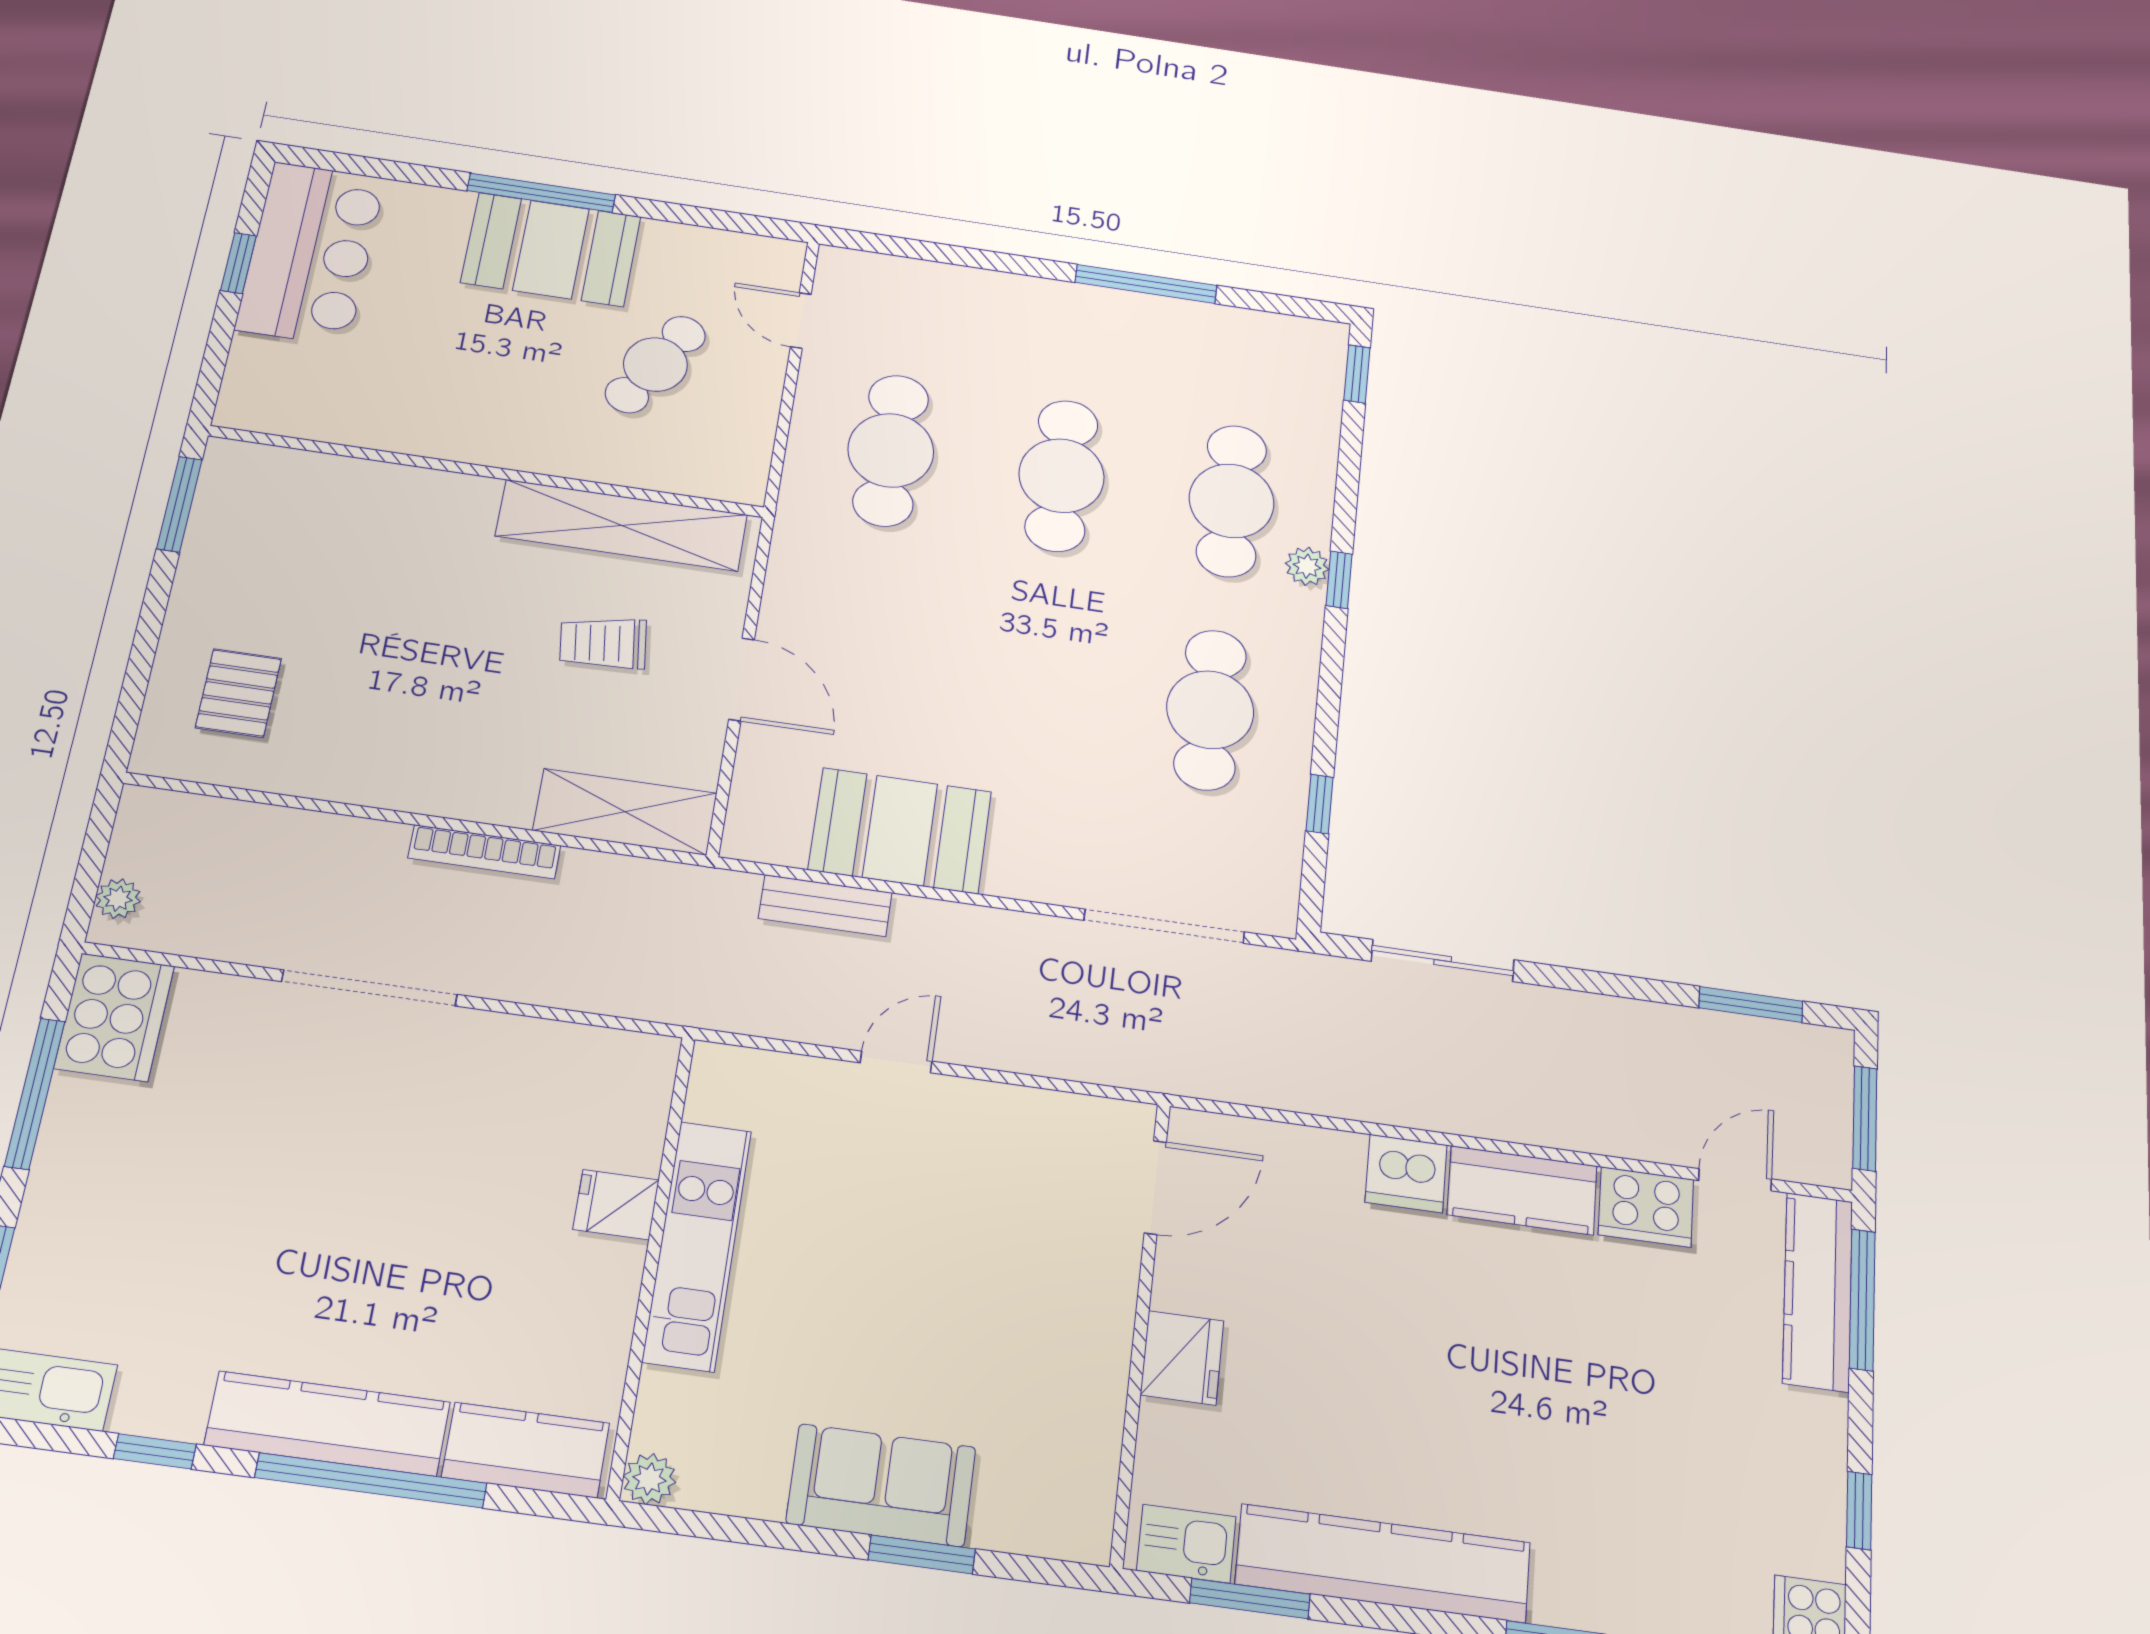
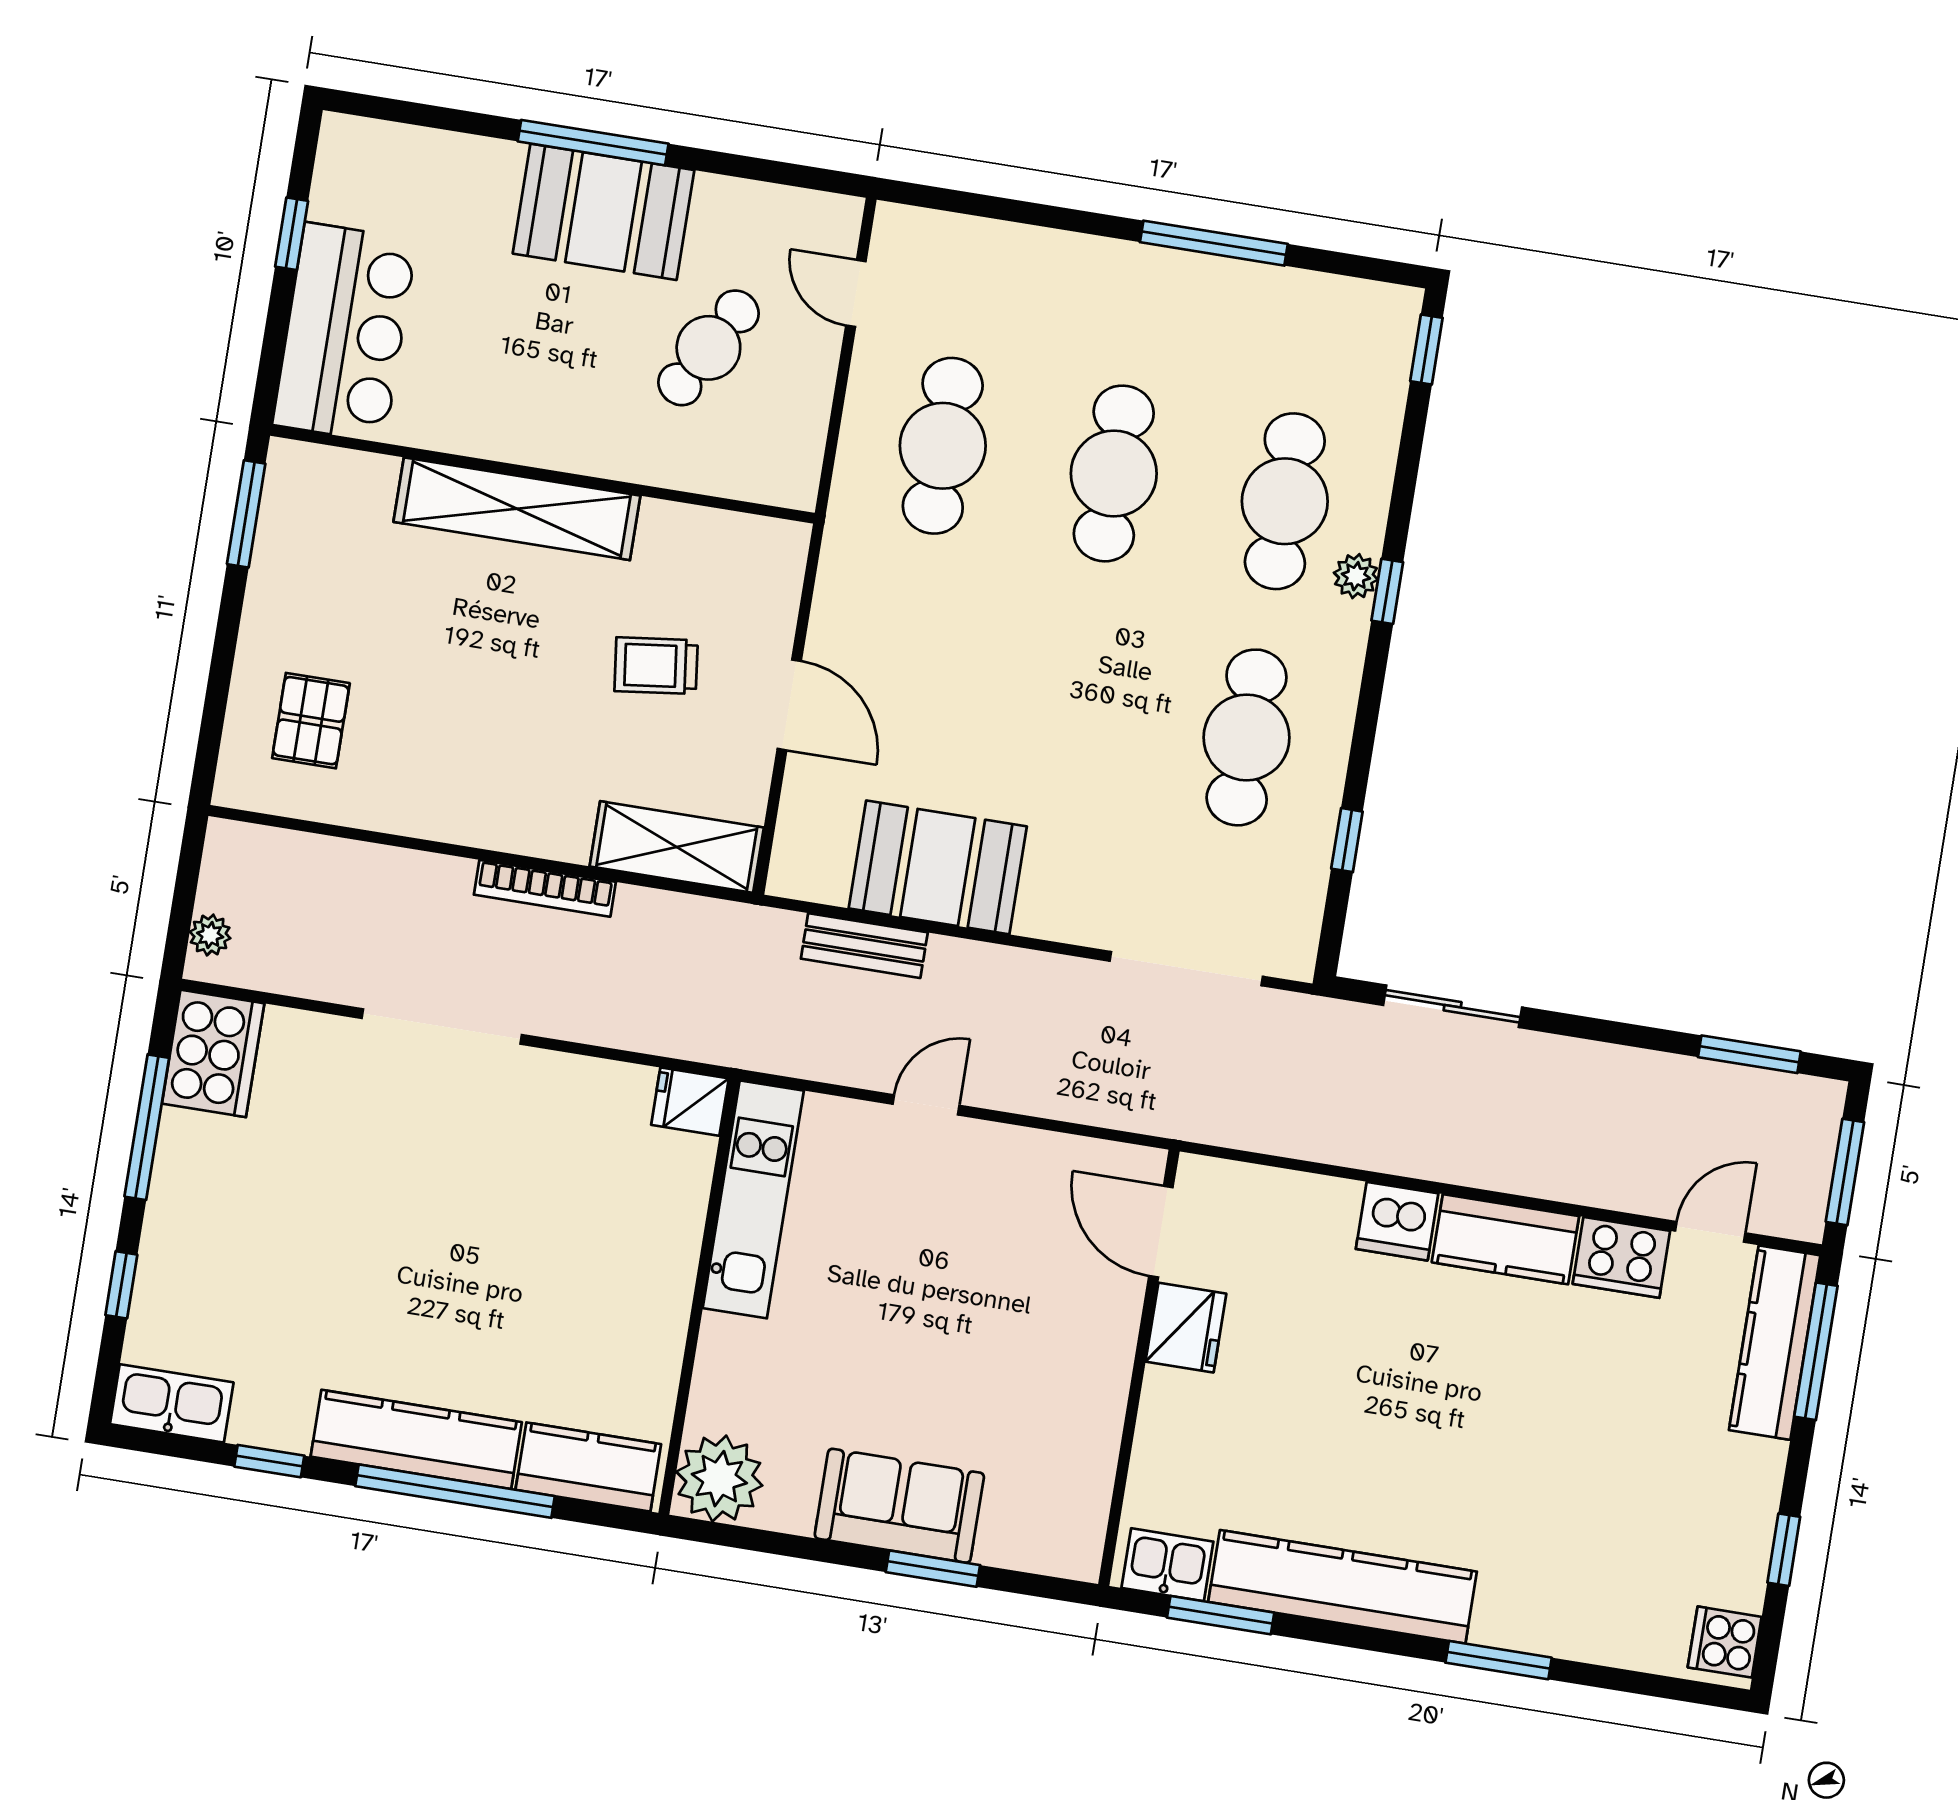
bar counter: (311, 253) -> (345, 332), moved
shelving: (622, 525) -> (517, 509), moved
door: (1155, 1188) -> (1161, 1232), swing flipped
fridge: (616, 1205) -> (690, 1102), moved
kitchen unit: (697, 1245) -> (753, 1199), moved
fridge: (1182, 1358) -> (1186, 1328), moved
plant: (649, 1479) -> (719, 1479), width x1.87, depth x1.87

